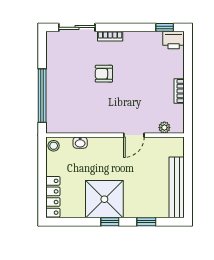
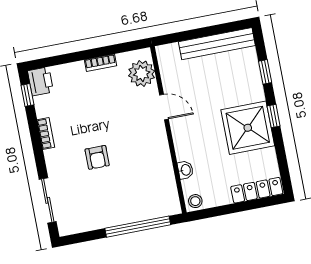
bookcase: (110, 36) -> (46, 134), moved
plant: (164, 128) -> (142, 73), width x1.87, depth x1.87

